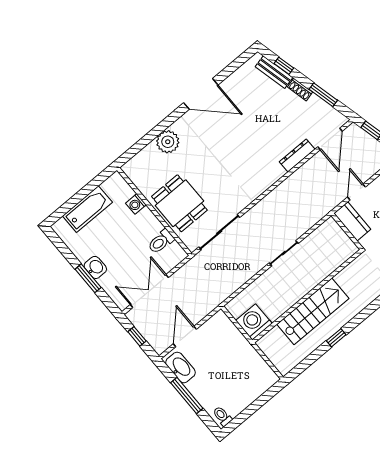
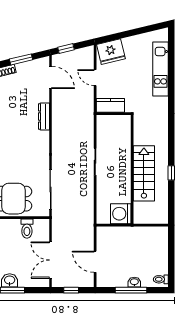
dresser: (297, 155) -> (44, 116), moved
door: (357, 192) -> (95, 78), moved
washbasin: (180, 367) -> (134, 282), moved, width x0.52, depth x0.69

